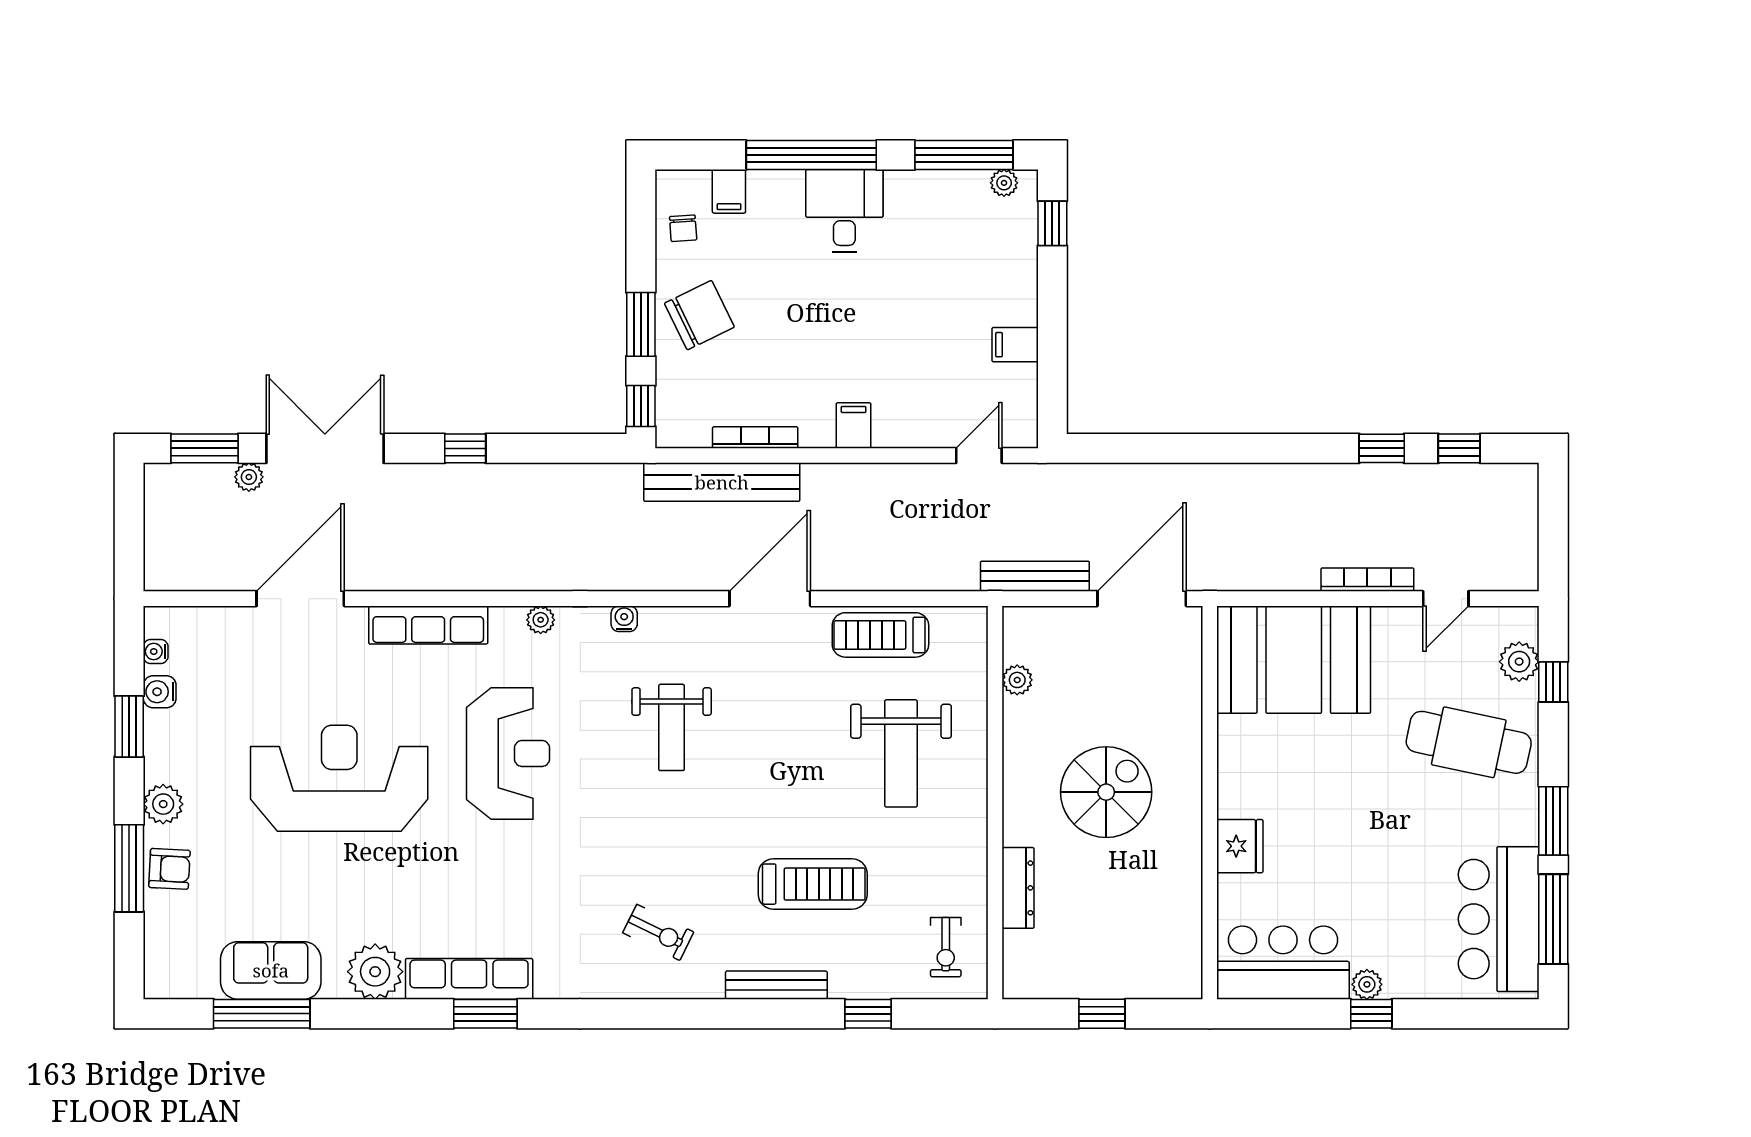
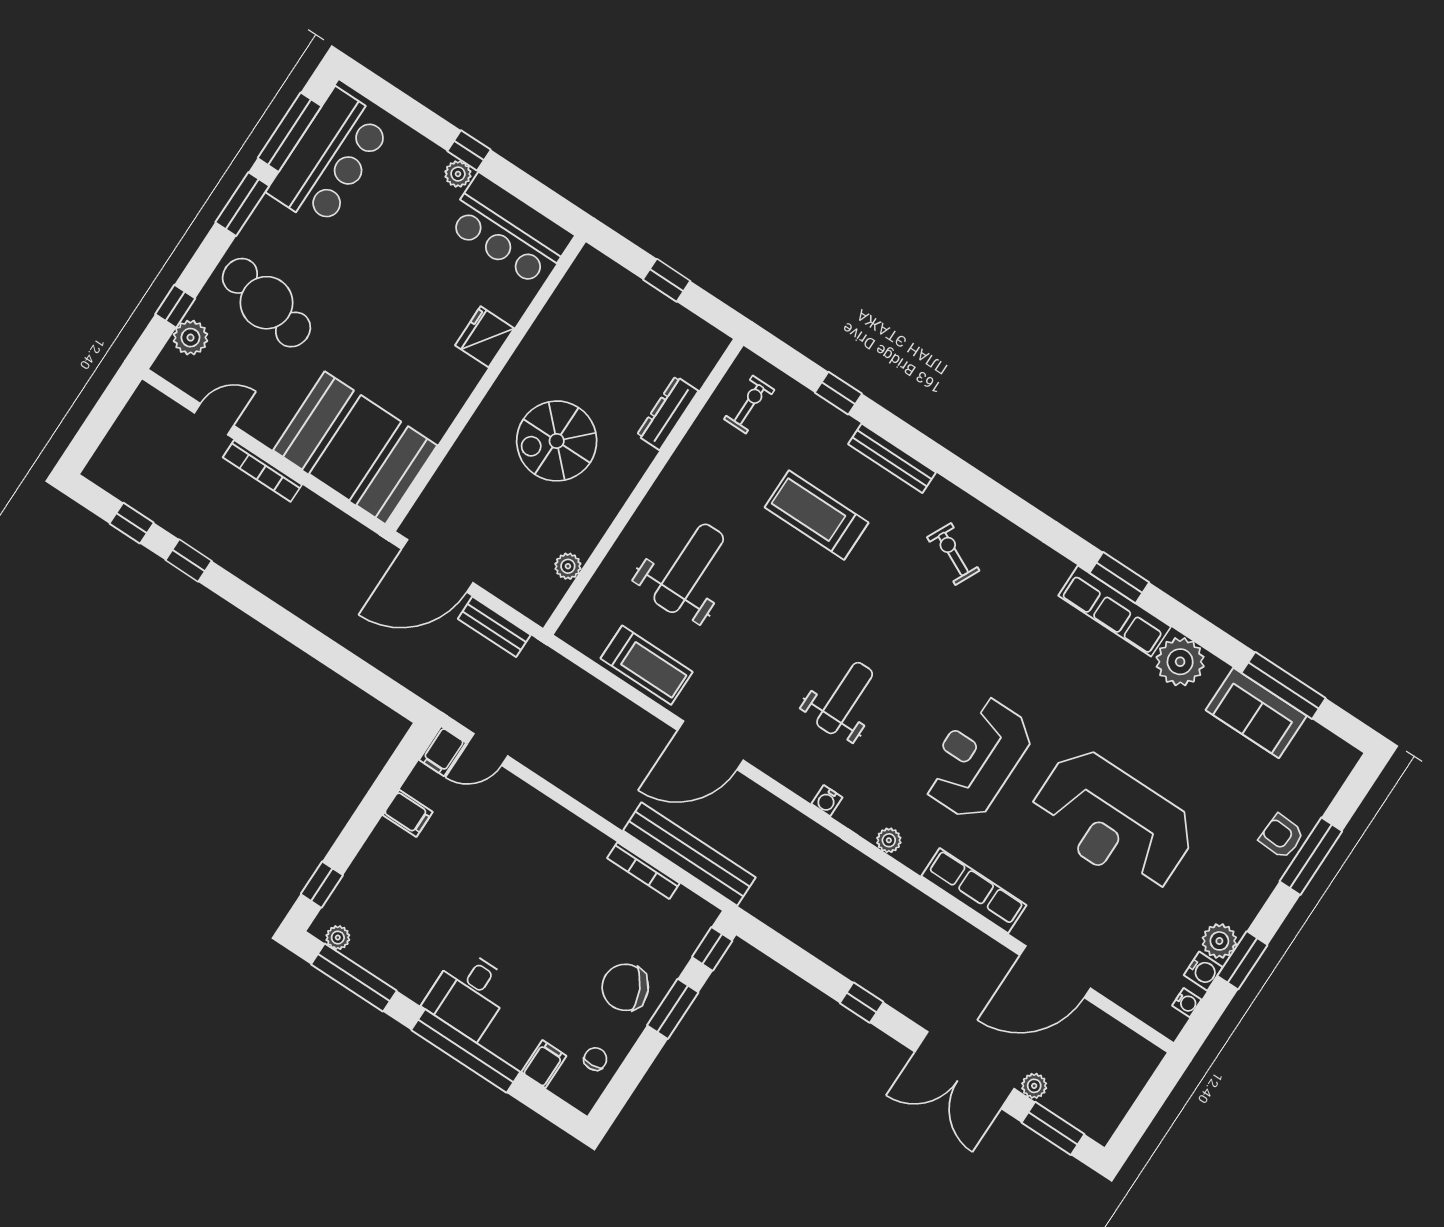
filing cabinet: (854, 425) -> (442, 751), moved
bench: (1035, 576) -> (494, 627), width x0.73
plant: (163, 804) -> (1219, 941), moved

